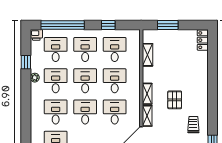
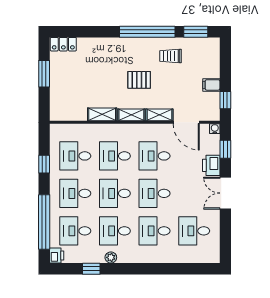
window: (168, 25) -> (44, 74), moved
shelving: (147, 55) -> (102, 114), moved
window: (213, 106) -> (147, 32), added

